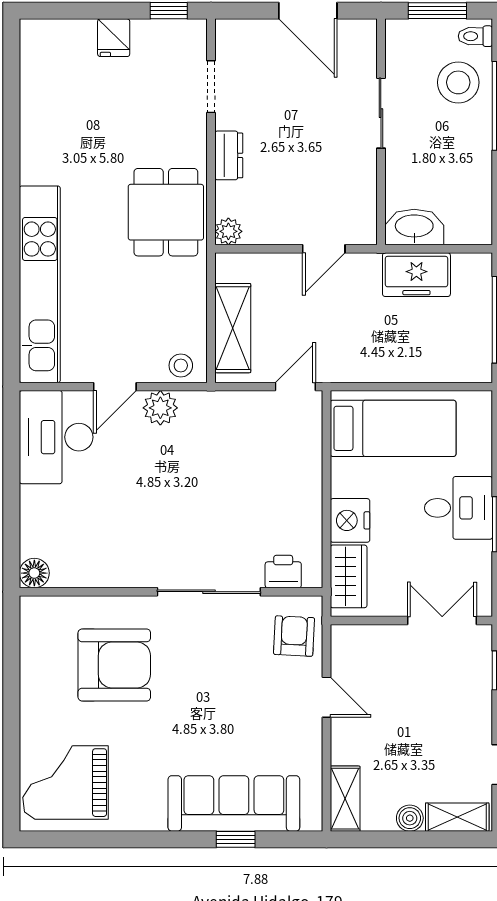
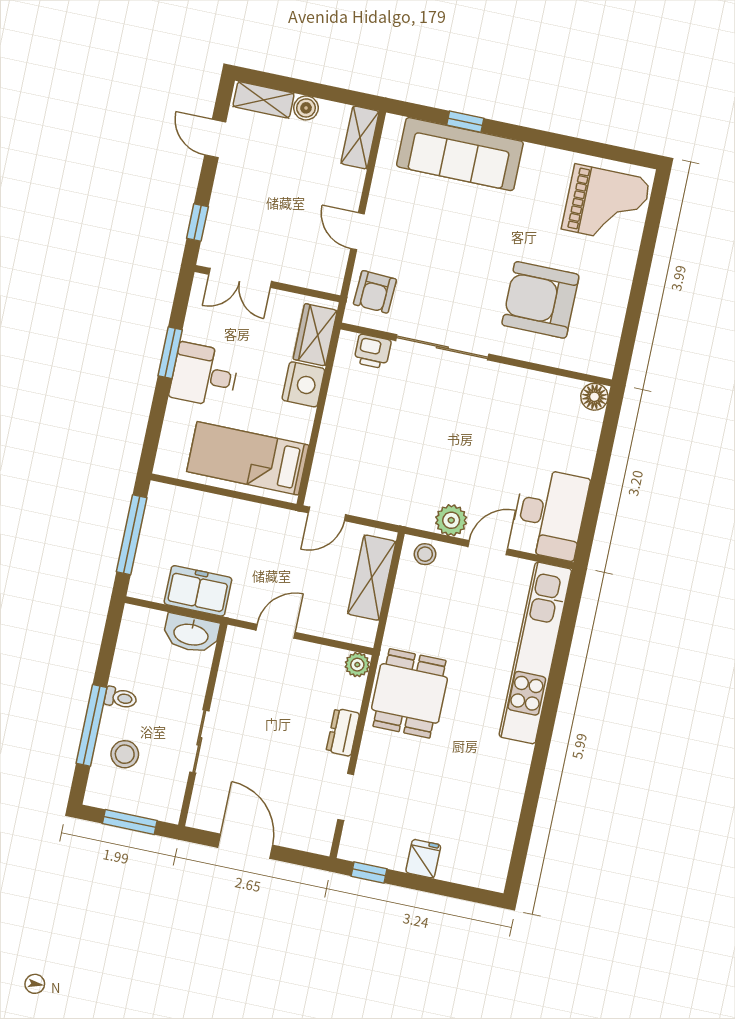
toilet: (475, 36) -> (121, 698), moved
stool: (458, 82) -> (125, 754), width x0.73, depth x0.73

